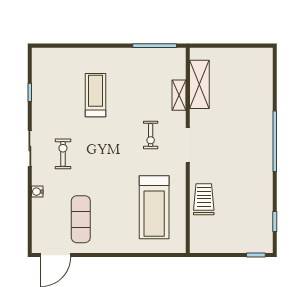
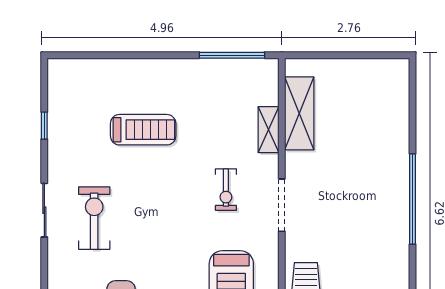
treadmill: (96, 95) -> (143, 130), turned 90
exercise bike: (63, 154) -> (94, 218), width x1.38, depth x1.39
water cooler: (37, 192) -> (56, 275), removed

